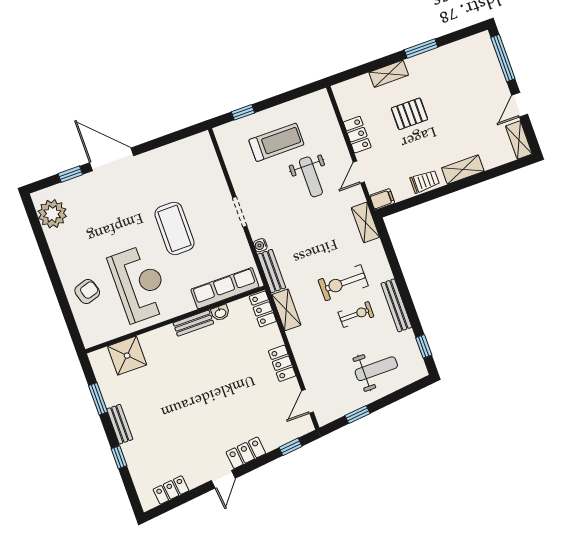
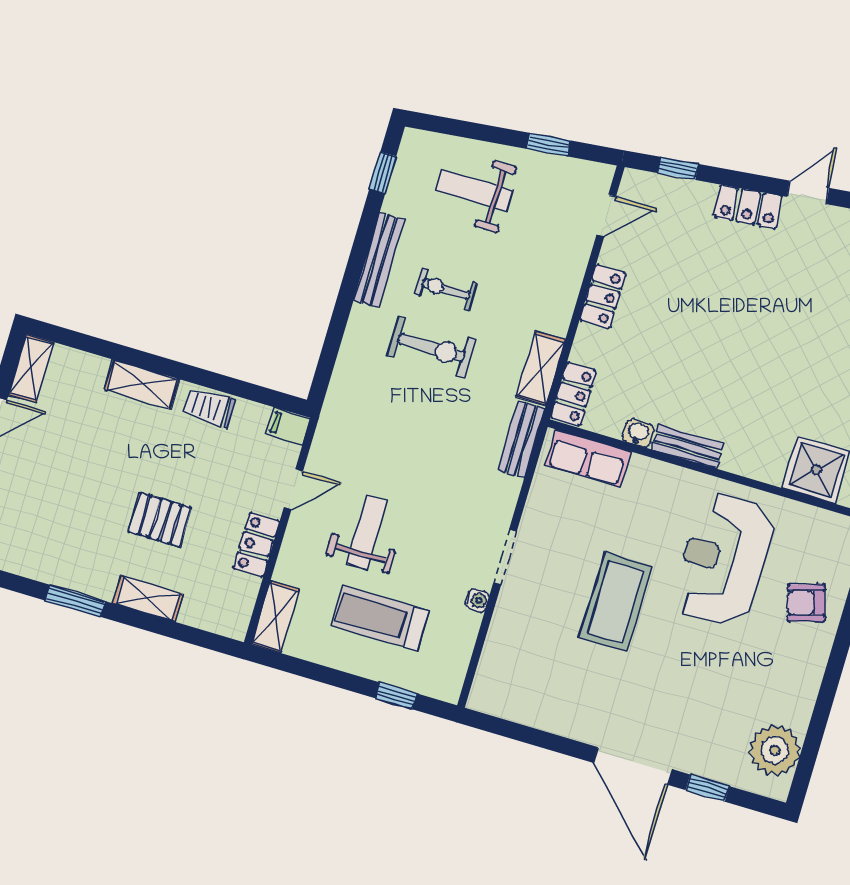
shelving: (365, 222) -> (275, 617), moved
water cooler: (260, 245) -> (477, 600), moved
row of seats: (225, 288) -> (588, 458), width x0.68

